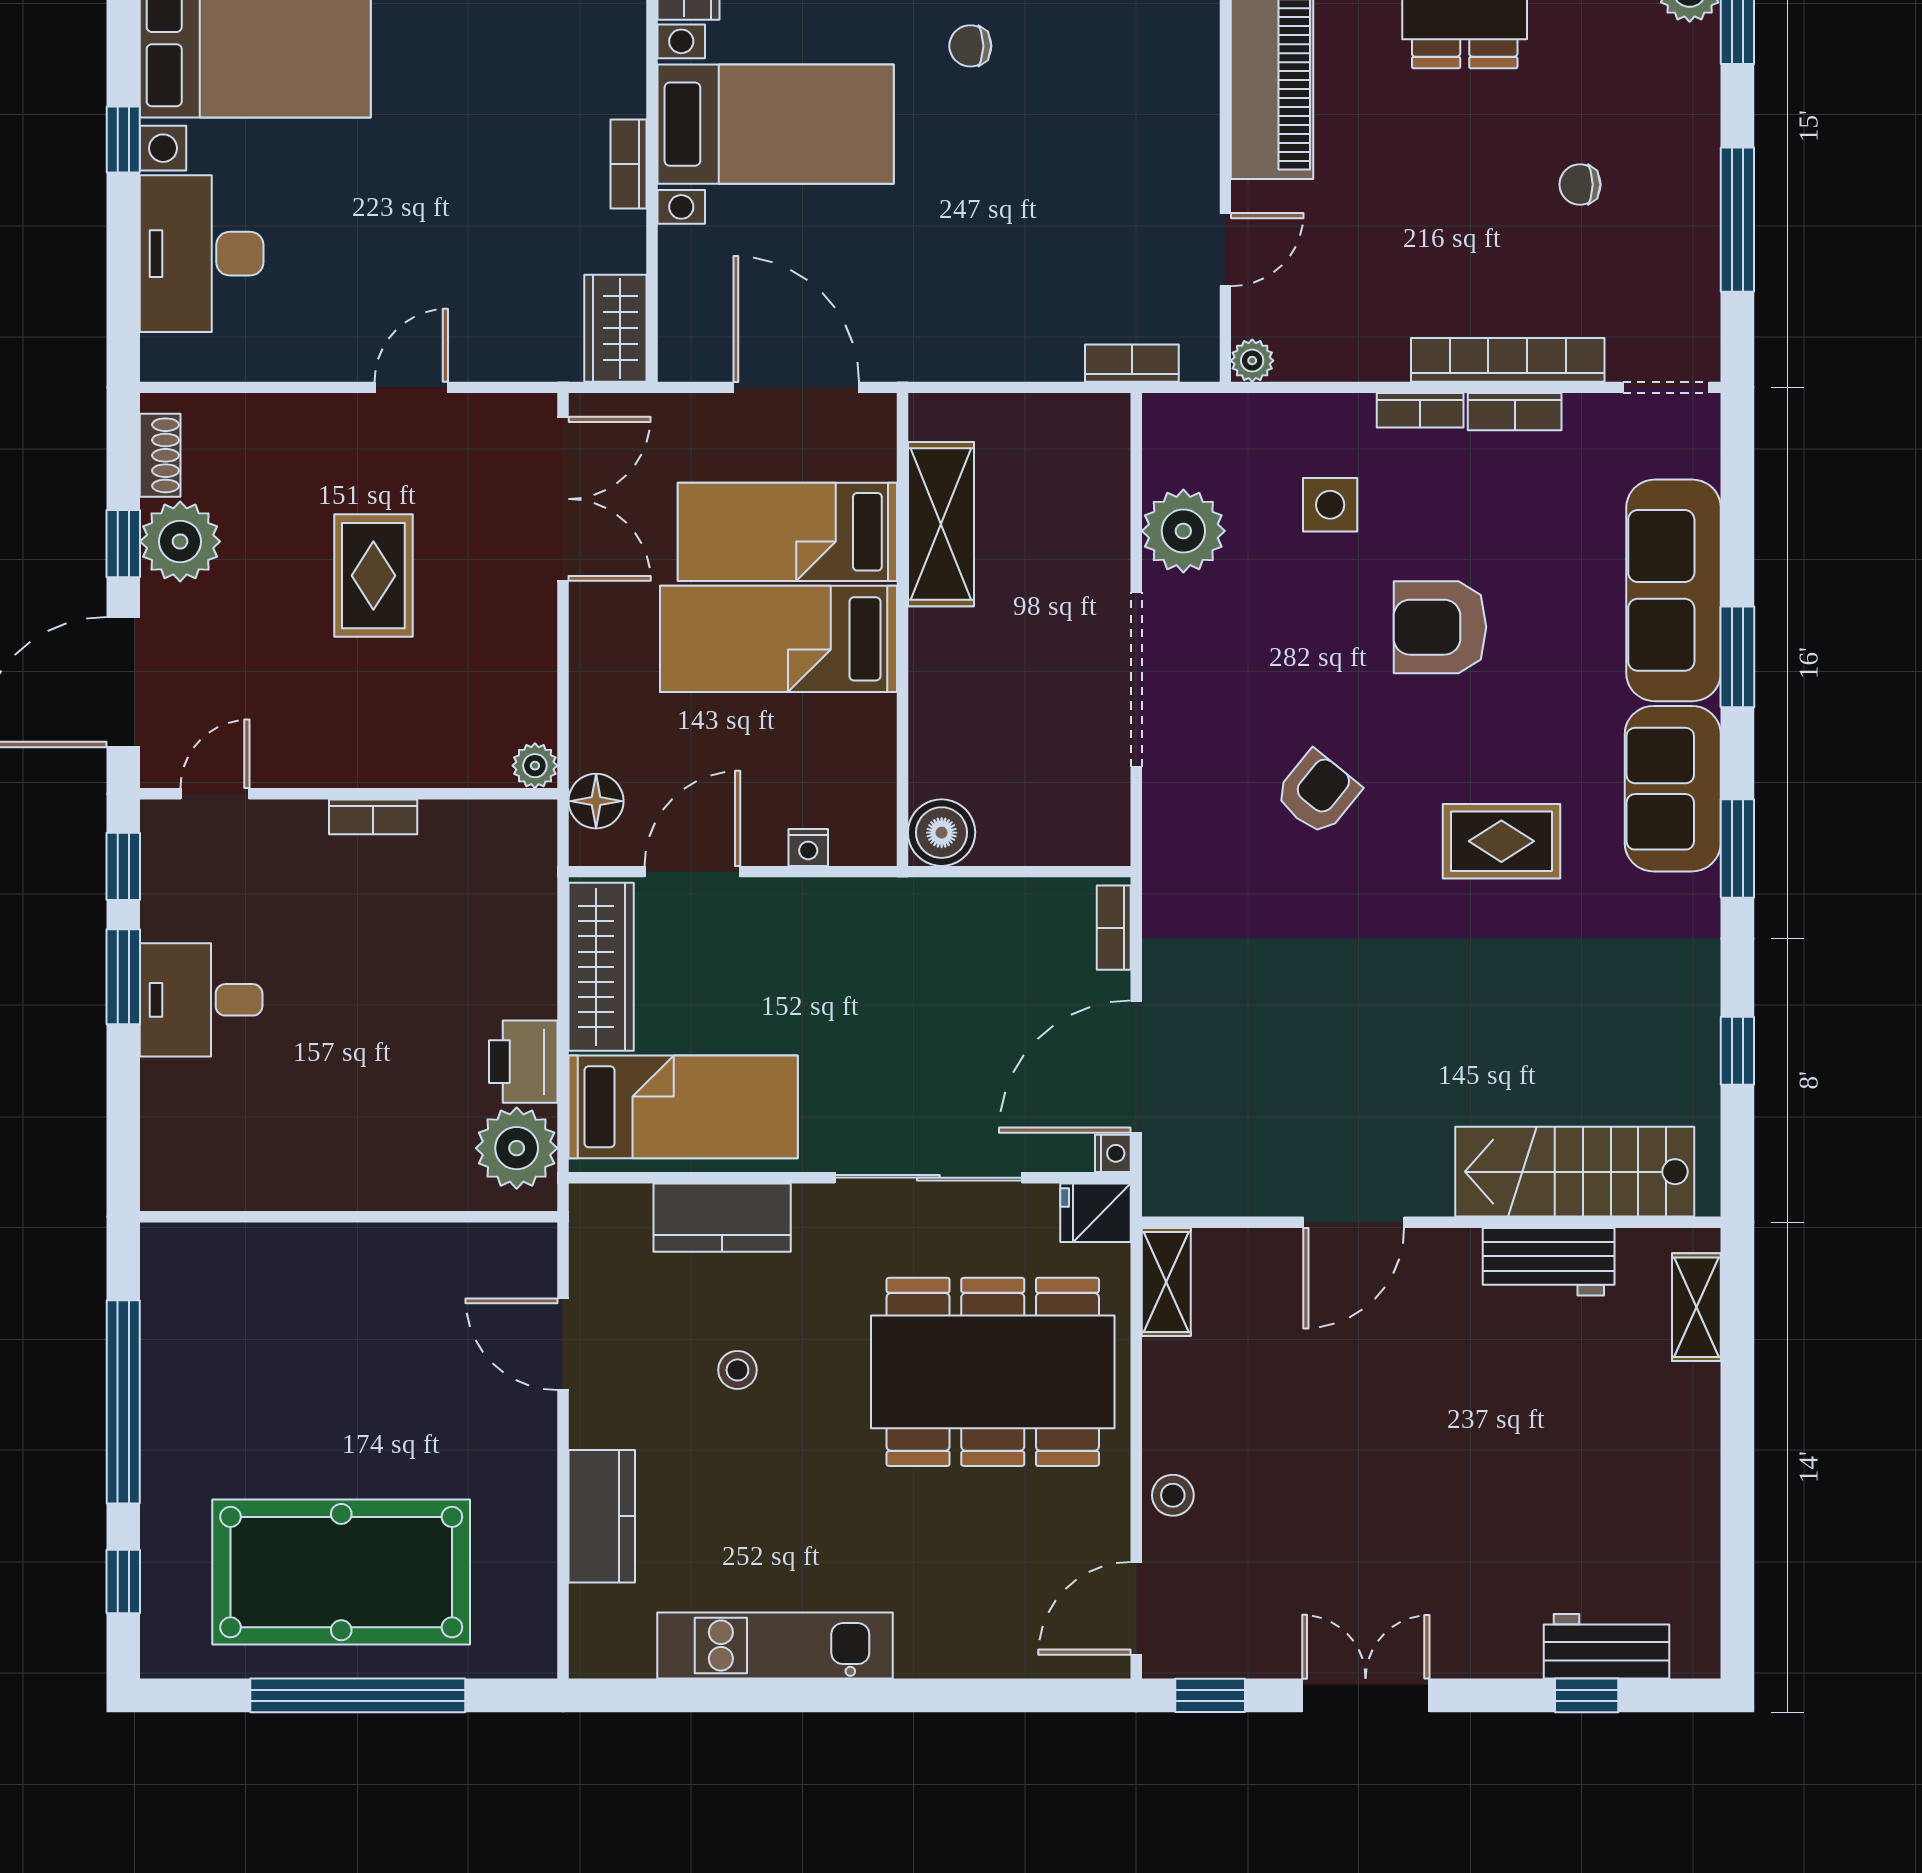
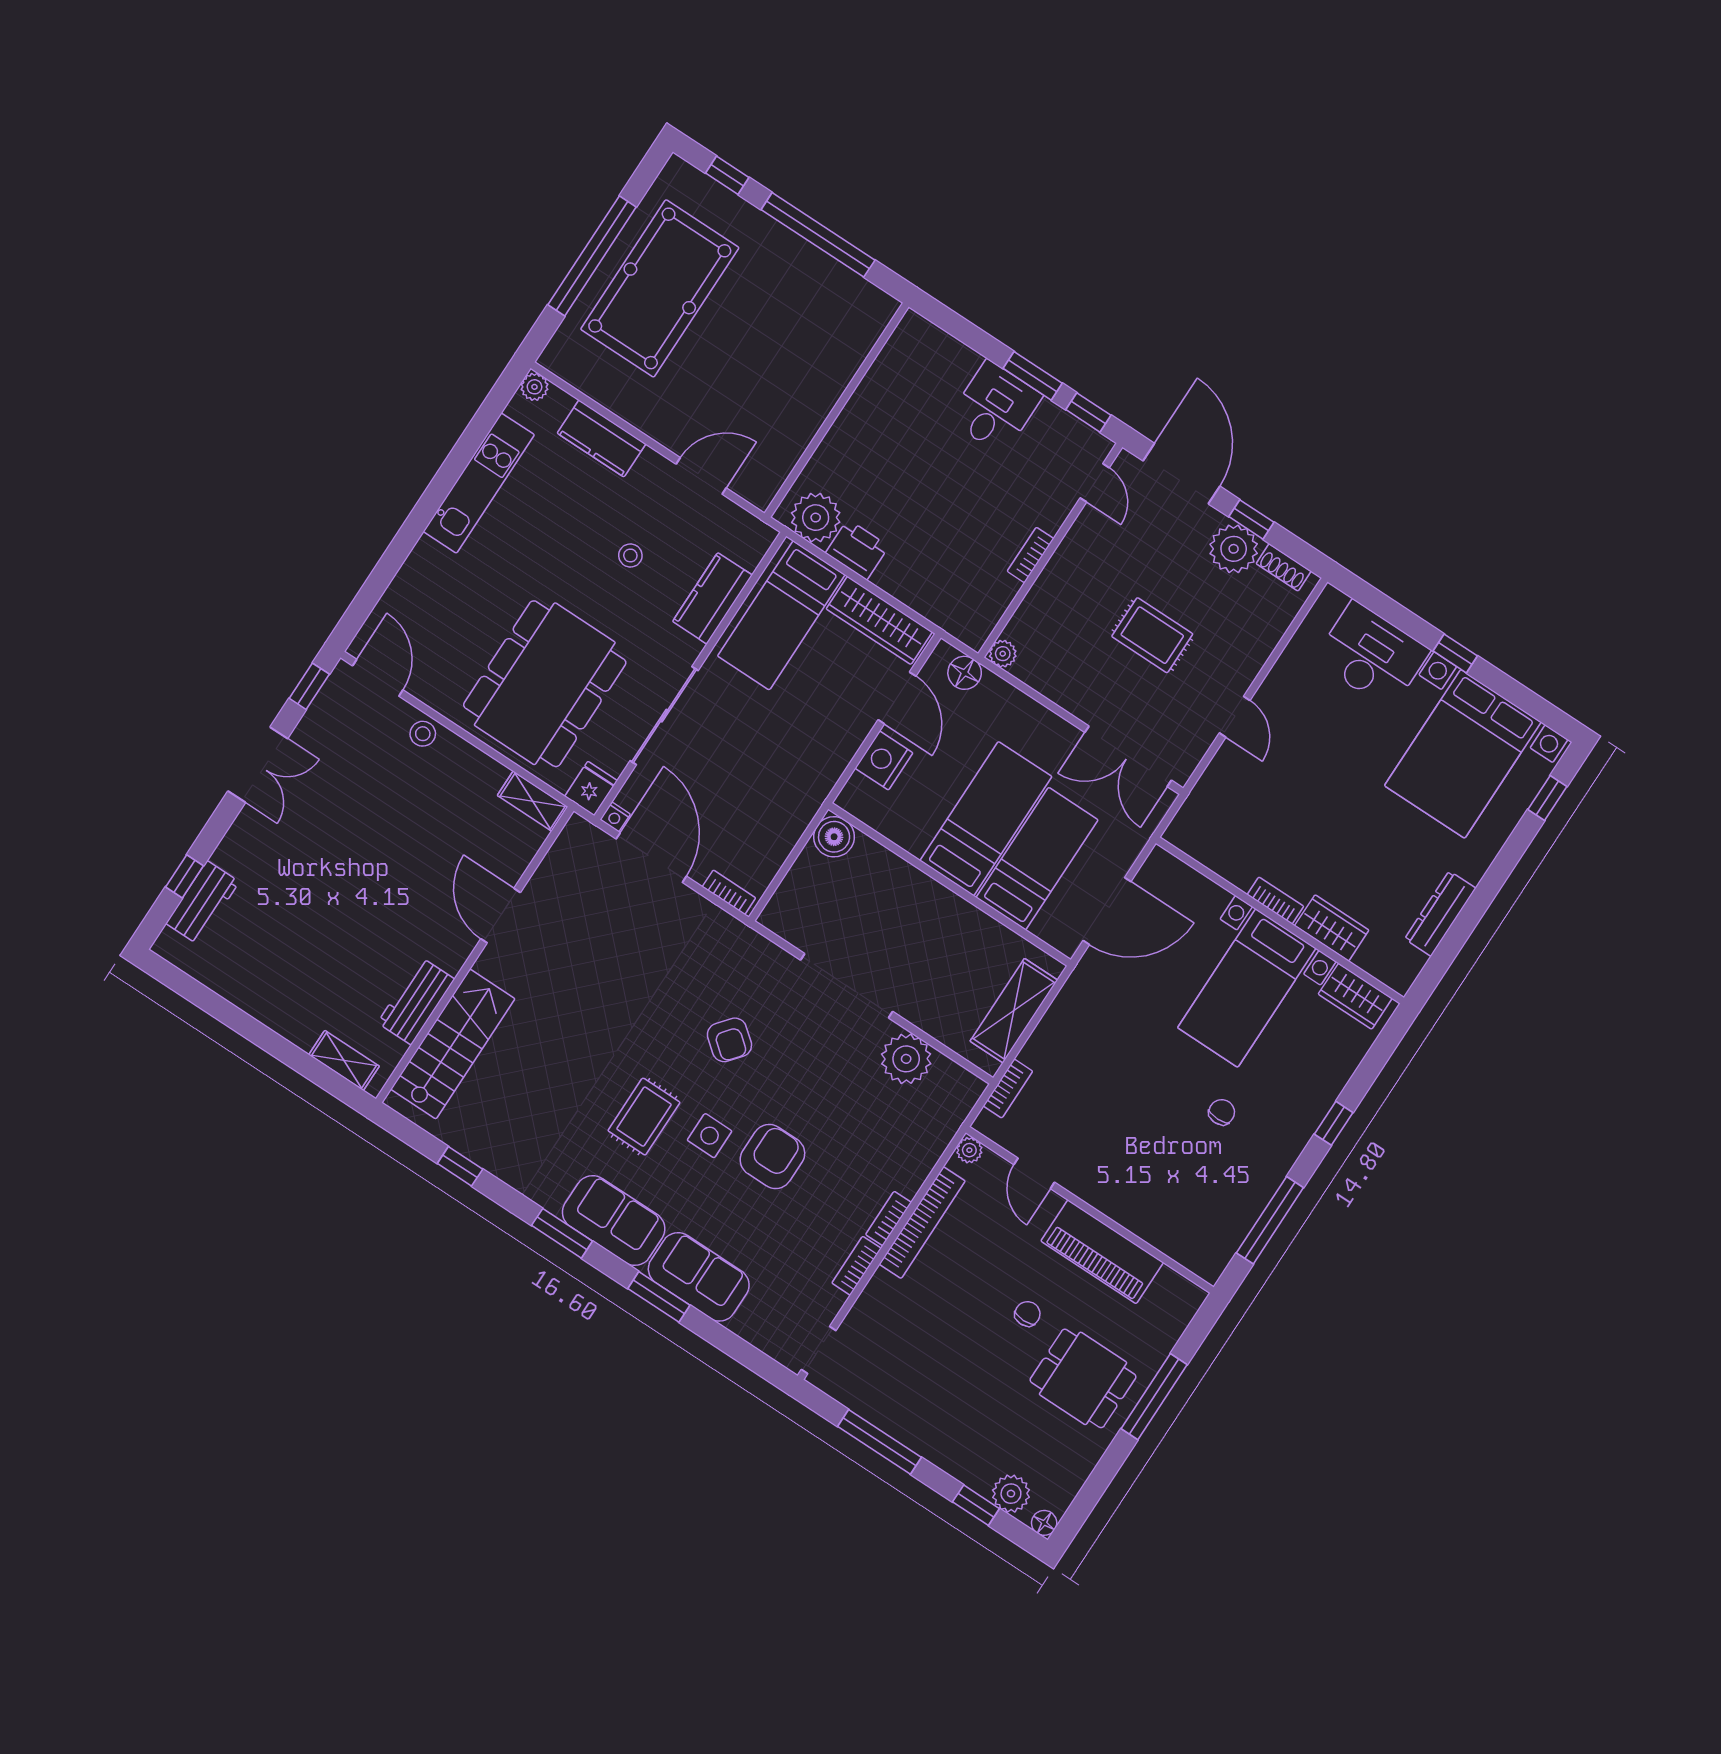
chair: (1580, 185) -> (1028, 1314), moved
wardrobe: (615, 328) -> (1332, 928), moved
bookcase: (1508, 360) -> (922, 1223), moved
side table: (1330, 505) -> (710, 1136), moved
shelving: (941, 524) -> (1014, 1011), moved, turned 90
sofa: (1674, 590) -> (699, 1277), width x0.73
nightstand: (808, 847) -> (884, 761), width x1.89, depth x1.79
plant: (591, 1656) -> (534, 387), added

